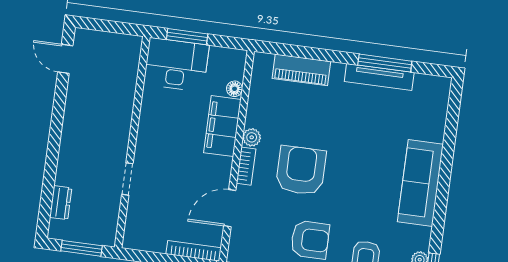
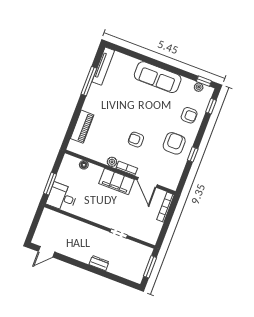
desk: (176, 65) -> (62, 197), width x0.73
tv unit: (379, 77) -> (103, 66), moved
filing cabinet: (222, 126) -> (117, 181), moved
armchair: (301, 171) -> (136, 140), width x0.53, depth x0.53
dresser: (61, 203) -> (99, 263), moved

